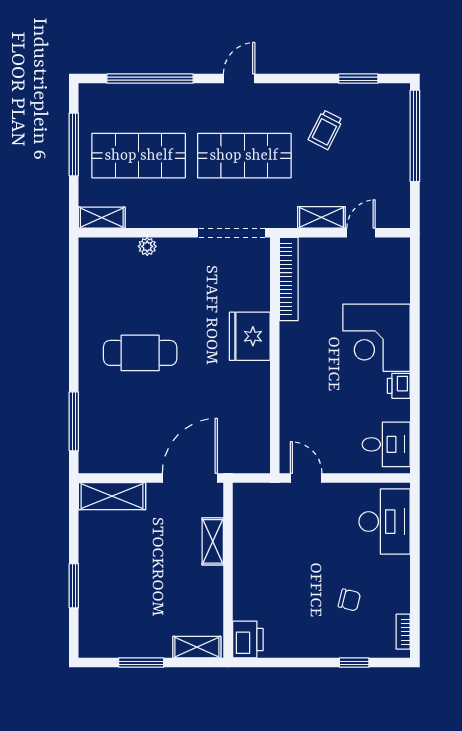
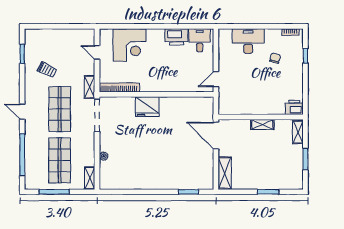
window: (415, 136) -> (50, 26), removed
shelving: (321, 217) -> (90, 87), moved
corner desk: (376, 338) -> (130, 45), moved
cafe table: (140, 353) -> (155, 160), removed
printer: (399, 386) -> (177, 37), width x1.87, depth x1.48
window: (74, 421) -> (189, 192), width x0.69
desk: (385, 522) -> (248, 41), moved
shelving: (213, 541) -> (262, 124), moved

